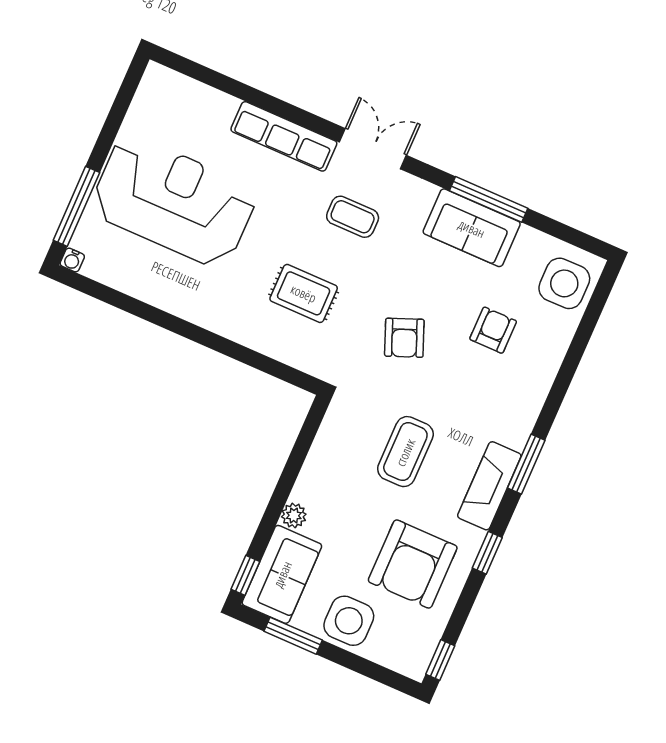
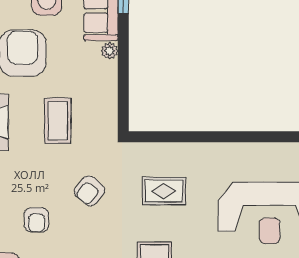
armchair: (404, 338) -> (89, 191), turned -118

